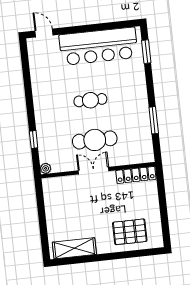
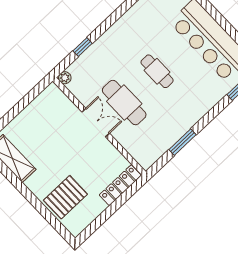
locker: (136, 175) -> (120, 185), moved, turned 90
pallet: (130, 232) -> (65, 197), turned 90

